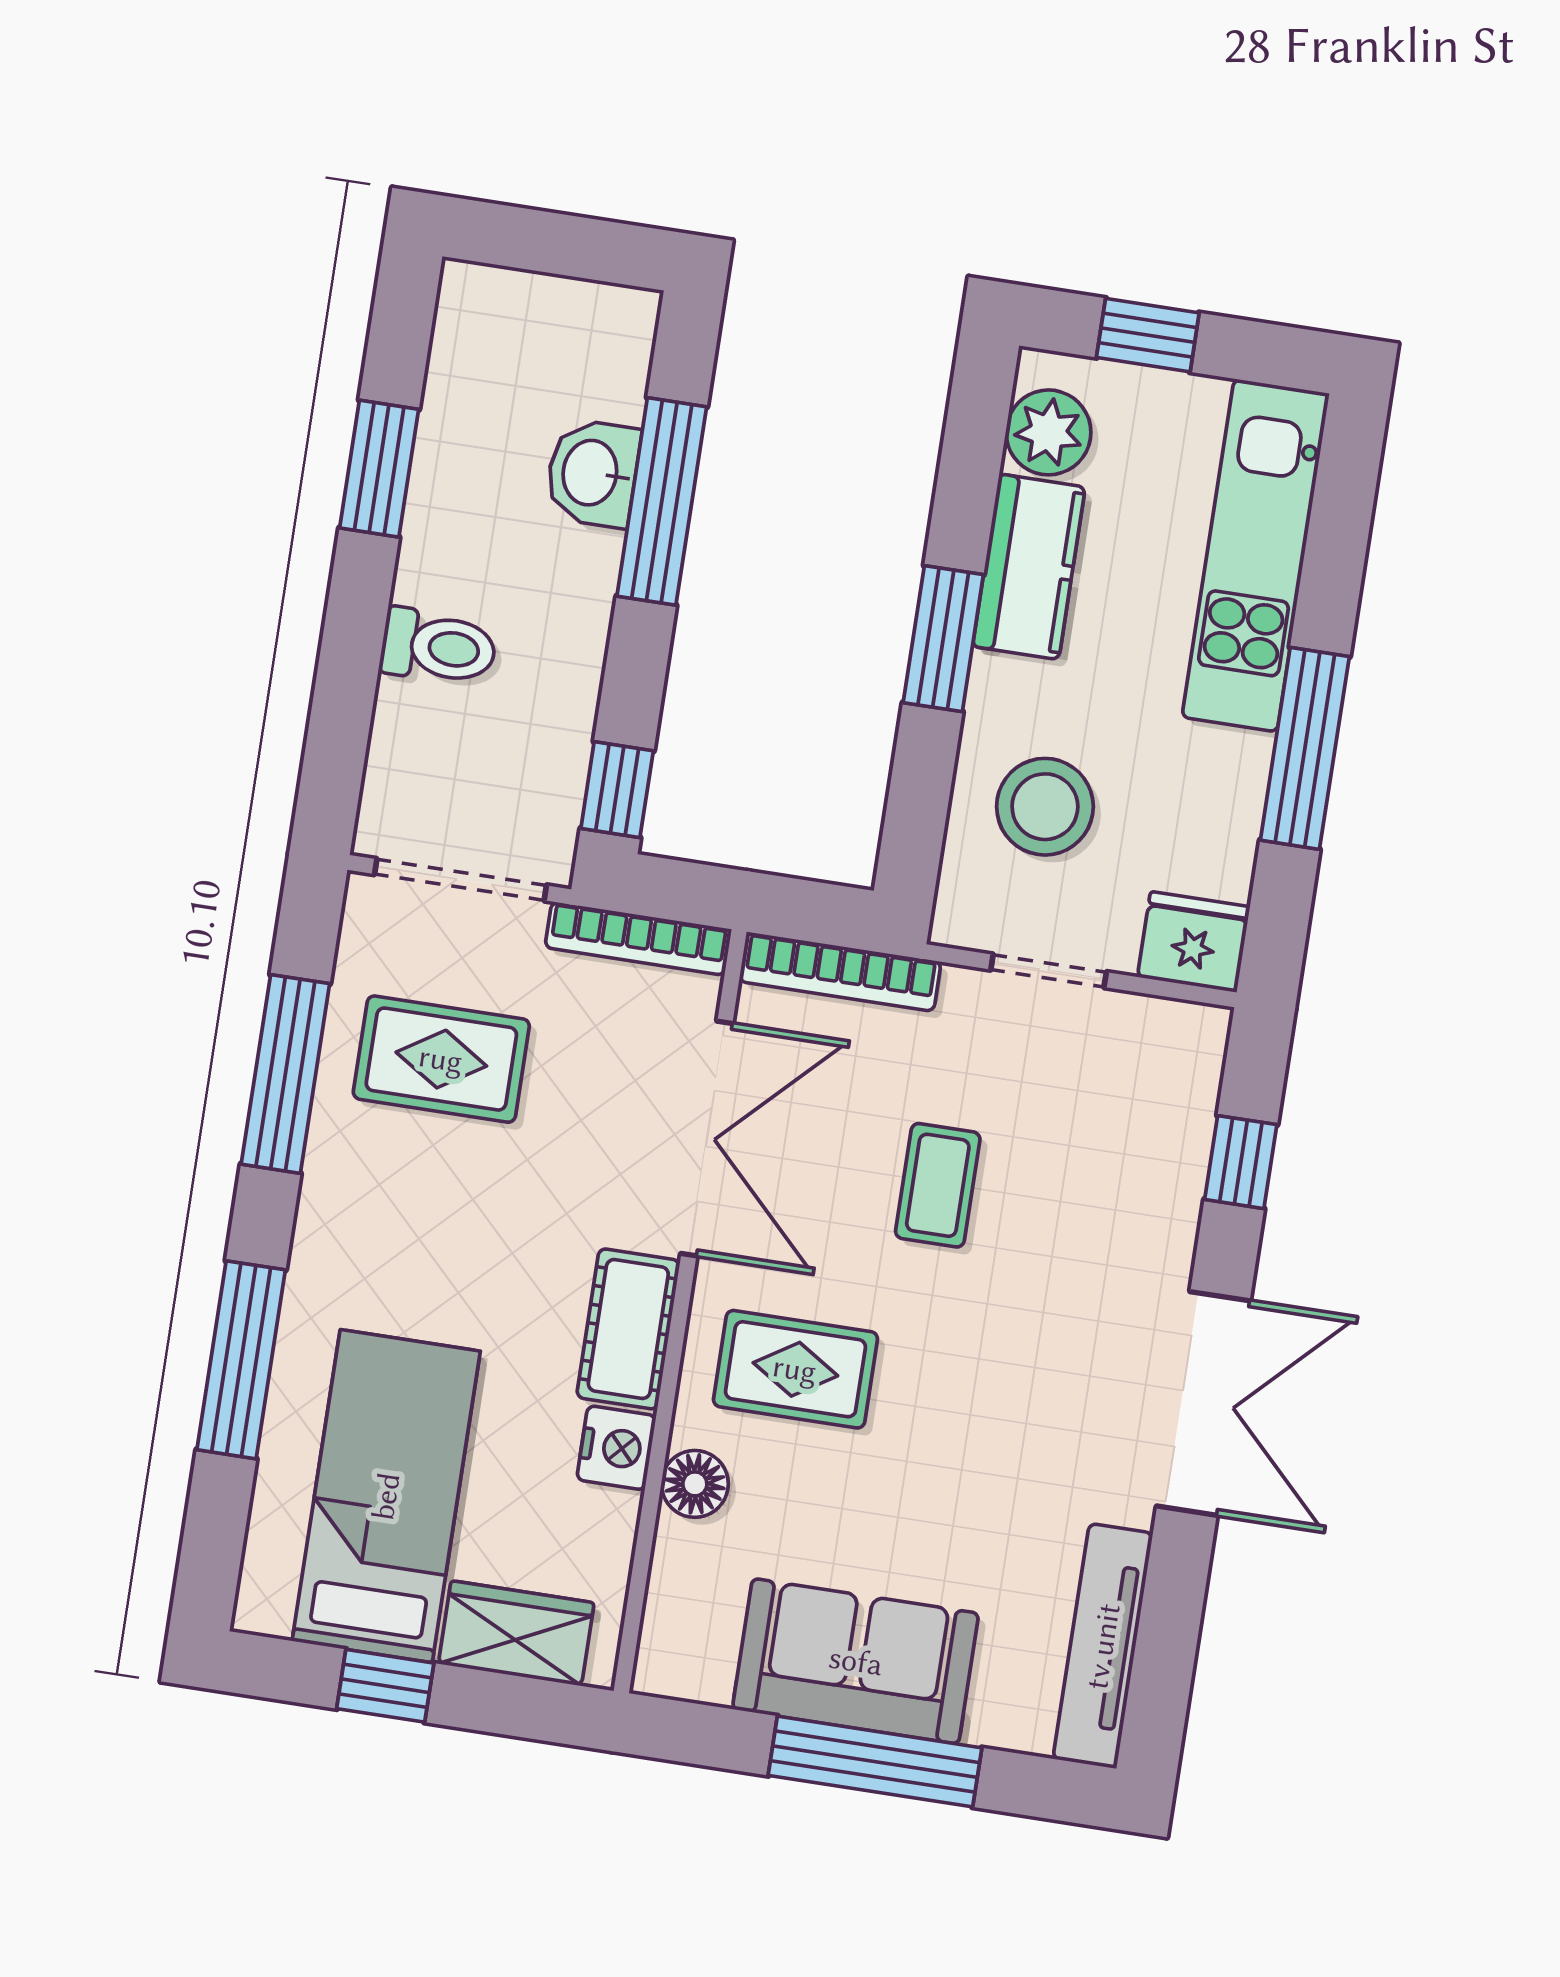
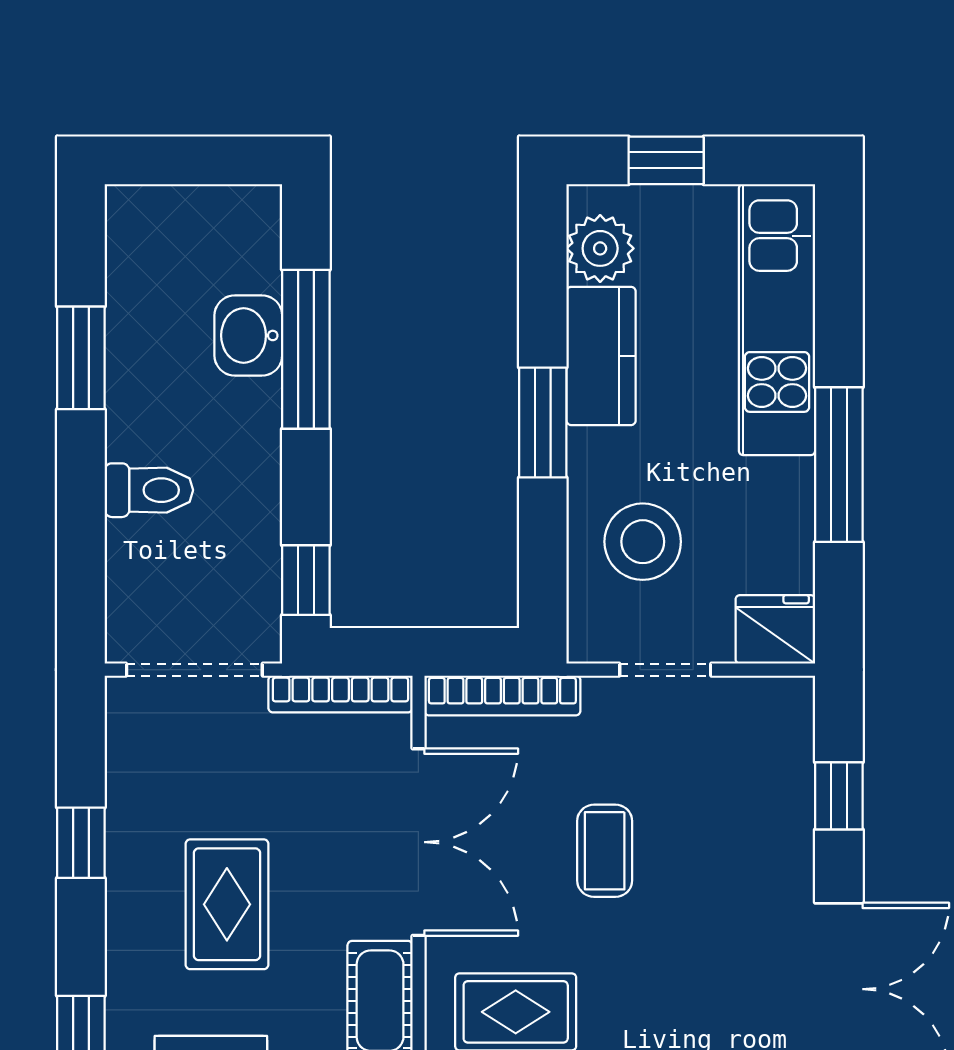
rug: (441, 1059) -> (227, 904), moved, turned 90
window: (285, 1074) -> (81, 843), width x0.46

